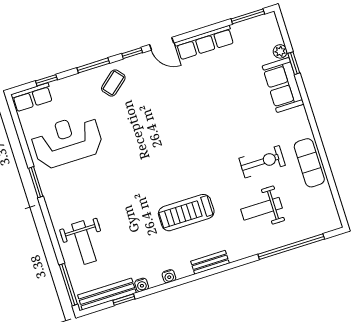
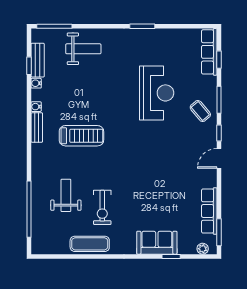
row of seats: (205, 43) -> (209, 211), moved
plant: (280, 51) -> (203, 249), moved
row of seats: (32, 97) -> (209, 52), width x1.48
reception desk: (67, 141) -> (157, 93), moved
treadmill: (186, 213) -> (81, 136), turned 90
weight bench: (84, 243) -> (83, 49), turned 180
bench: (210, 262) -> (37, 128), moved
bench: (107, 294) -> (38, 60), width x0.73

